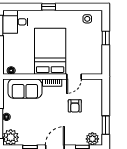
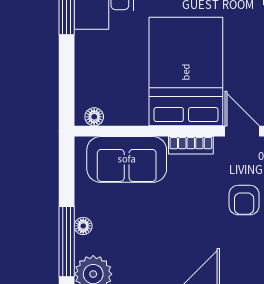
door: (74, 77) -> (242, 131), swing flipped

